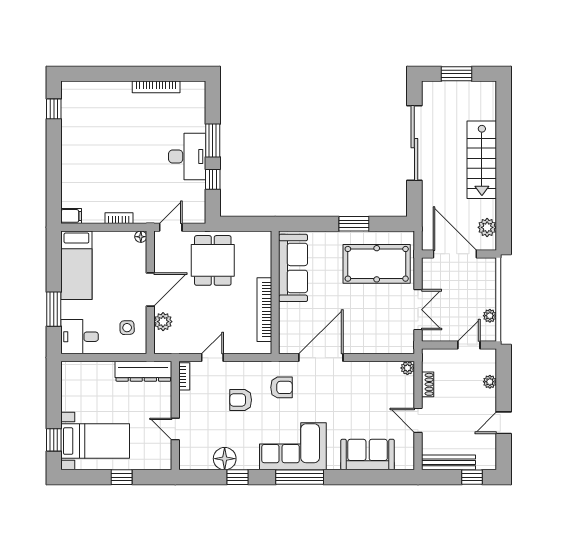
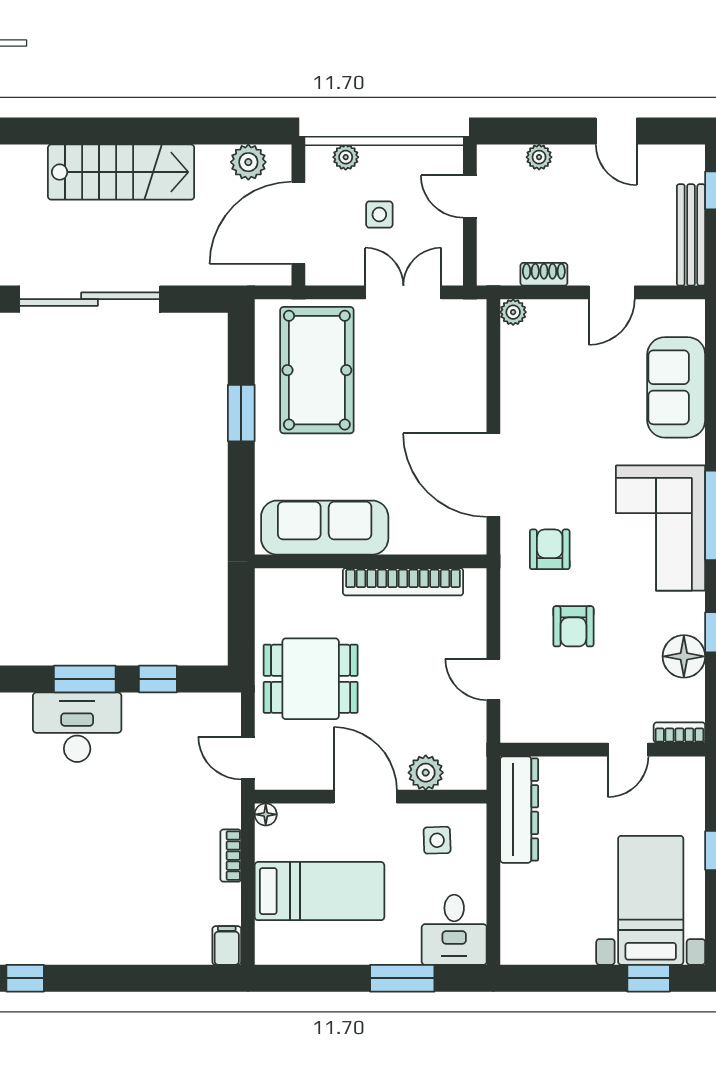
desk: (187, 156) -> (77, 727), moved
bed: (76, 265) -> (319, 891), moved
side table: (459, 297) -> (379, 214), added
plant: (490, 316) -> (346, 157), moved
bookcase: (184, 376) -> (679, 733), moved

